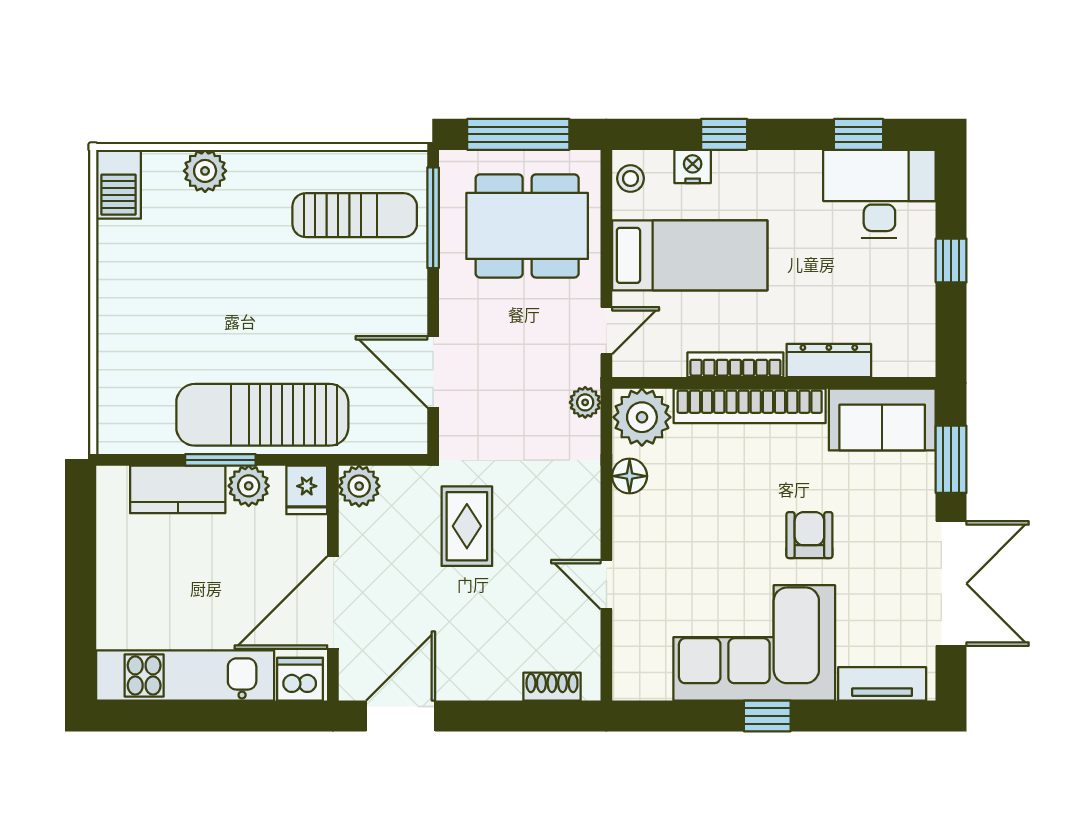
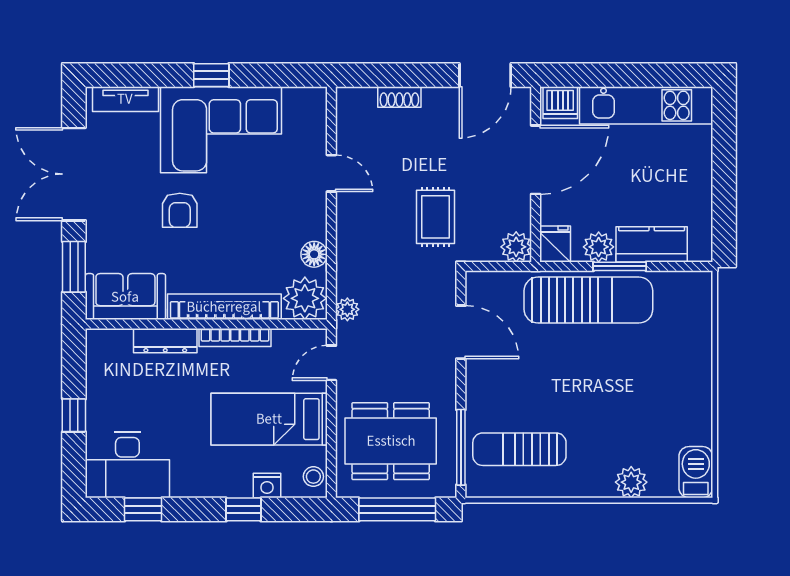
shoe rack: (552, 687) -> (399, 97), moved

